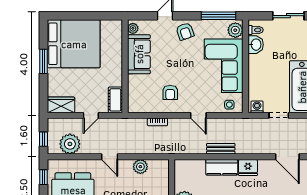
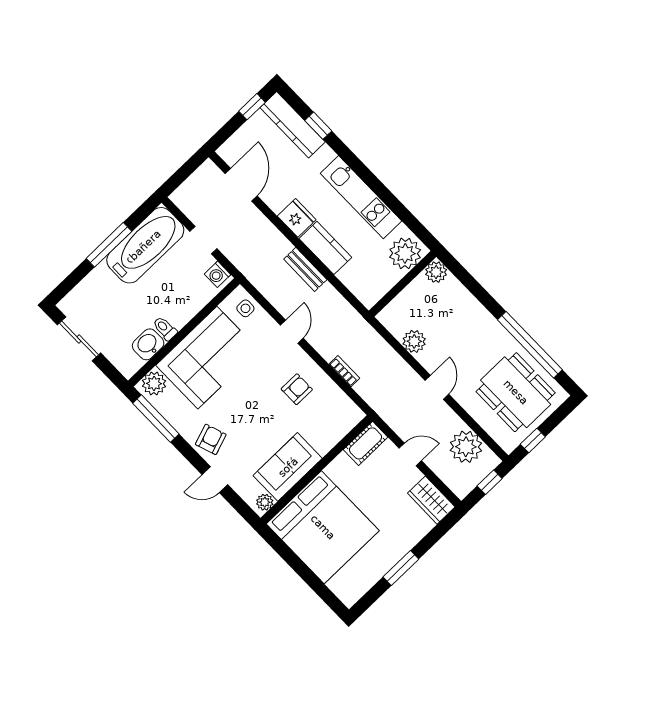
toilet: (256, 30) -> (165, 328), moved
bed: (74, 44) -> (323, 527), moved, turned 180

